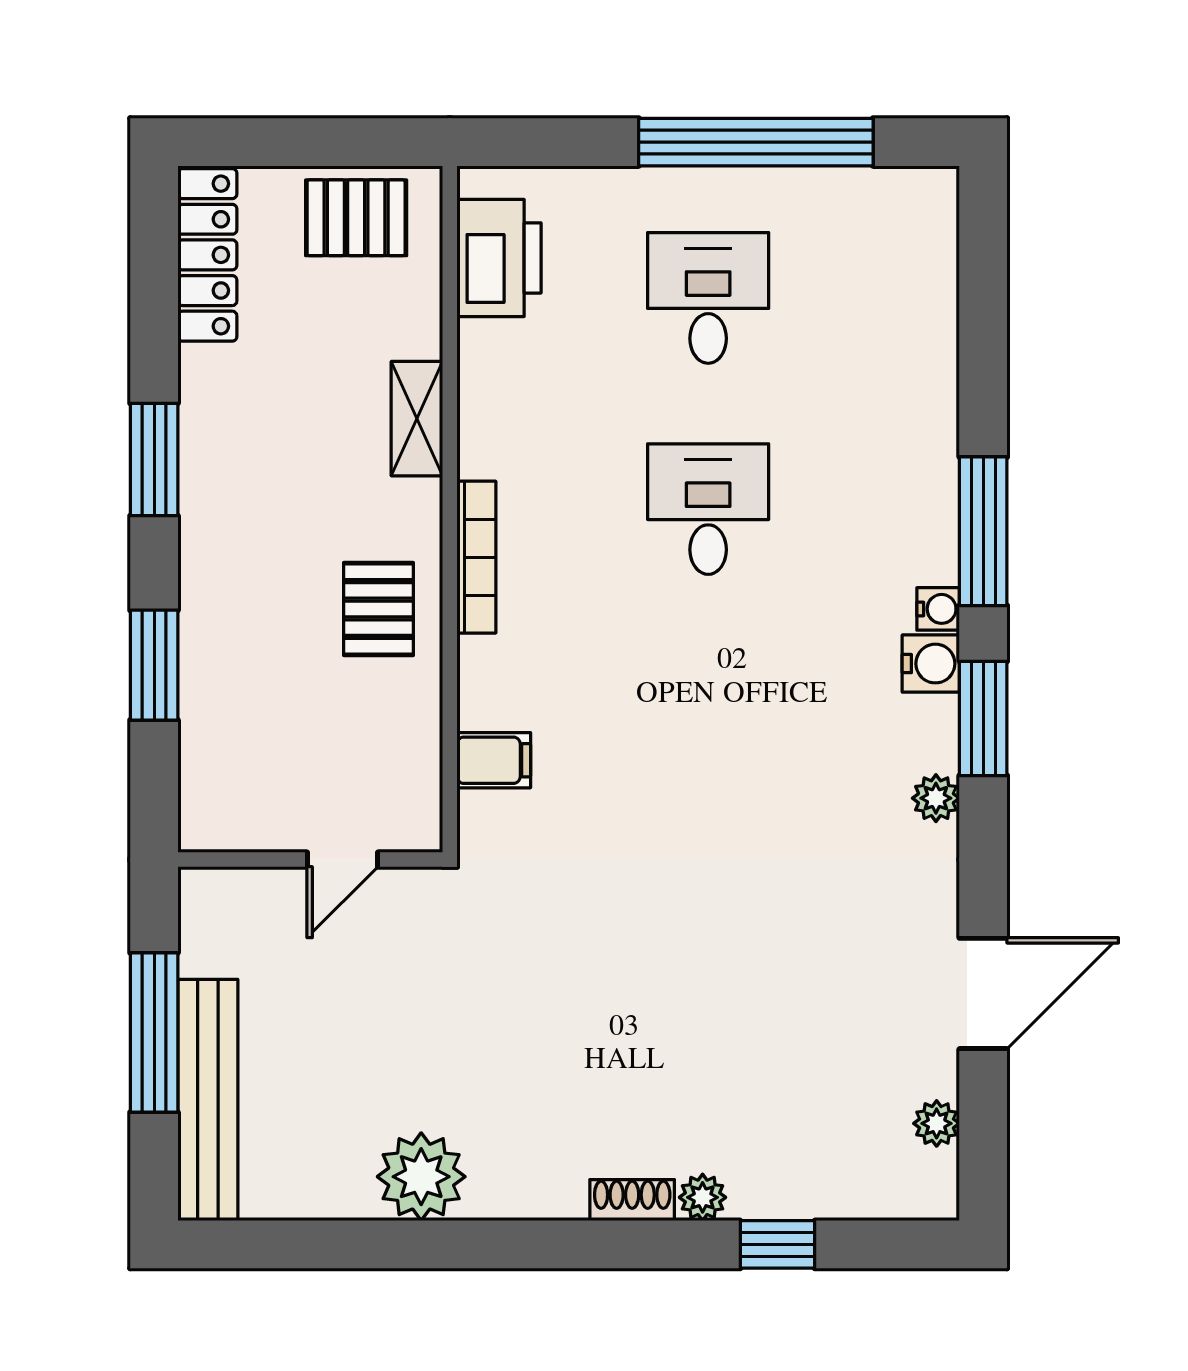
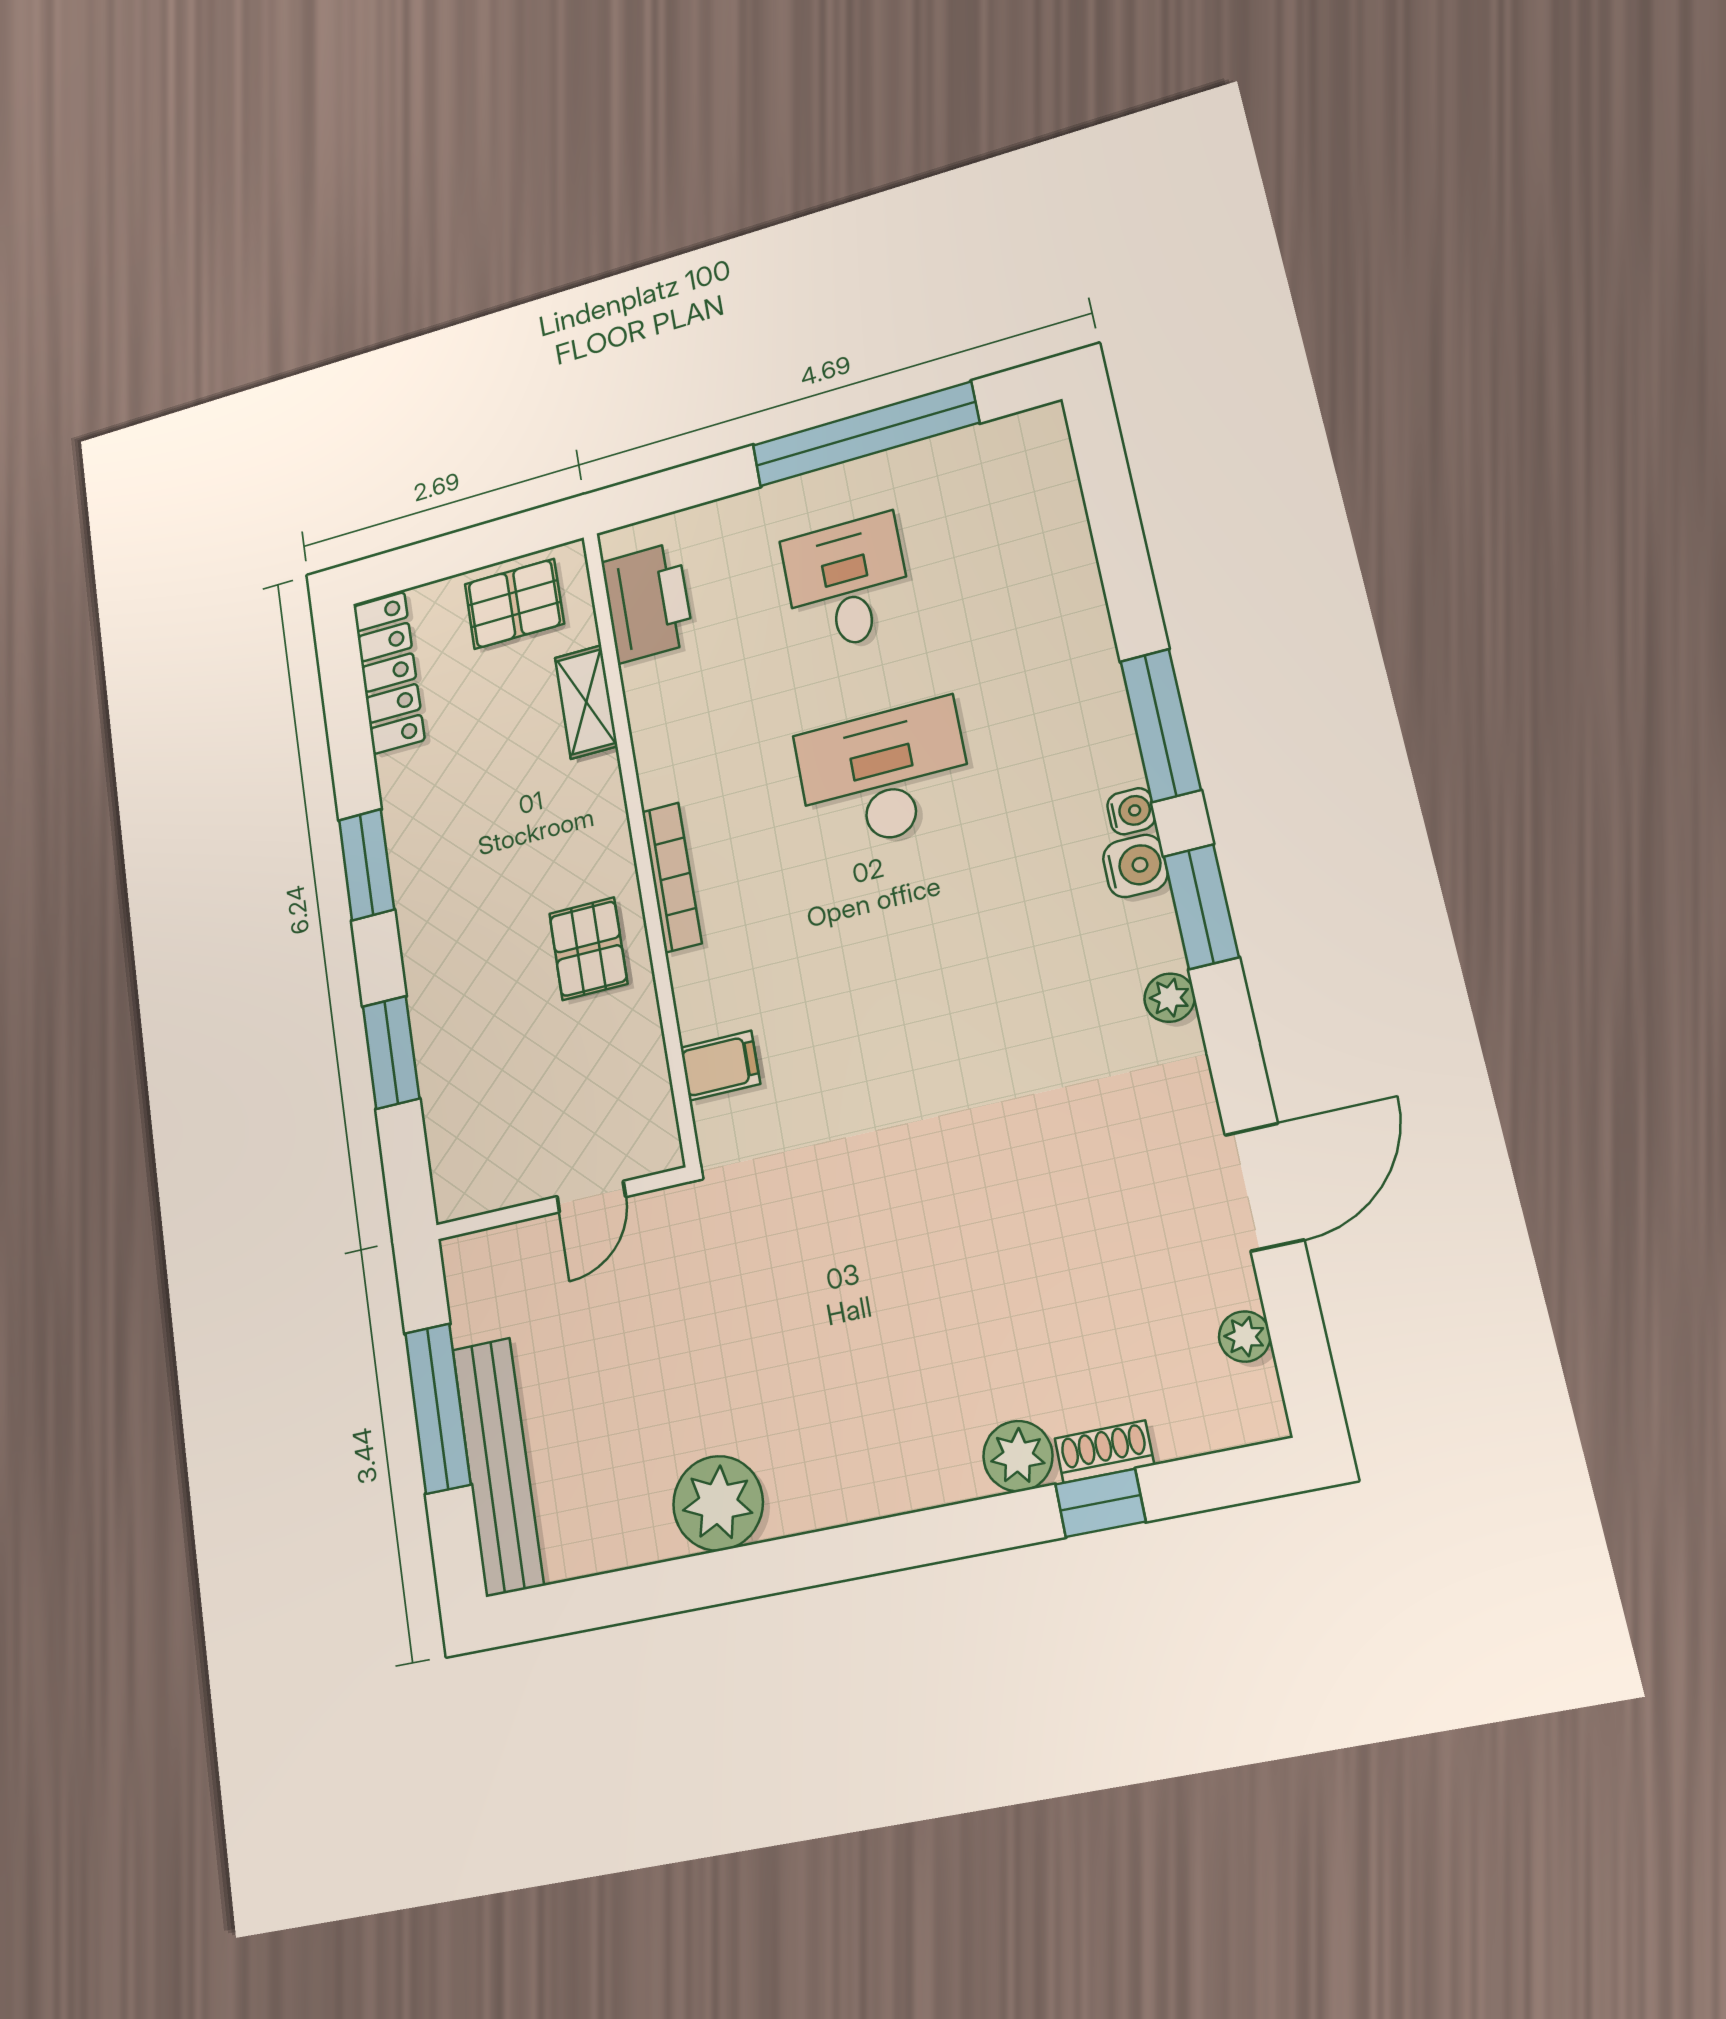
shelving: (417, 419) -> (586, 702), moved
desk: (708, 509) -> (884, 775), width x1.37
plant: (703, 1197) -> (1018, 1456), width x1.38, depth x1.38
shoe rack: (632, 1200) -> (1104, 1452), moved

